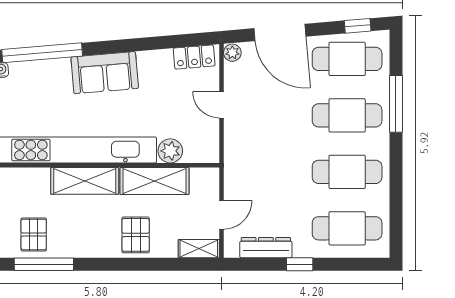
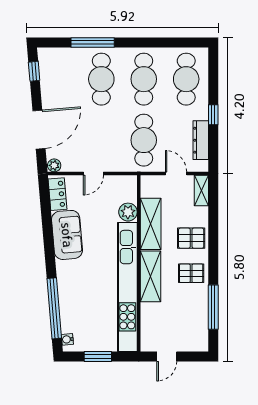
cafe table: (347, 59) -> (144, 140), moved
sofa: (105, 73) -> (67, 235), moved
pallet: (34, 234) -> (191, 273), moved

